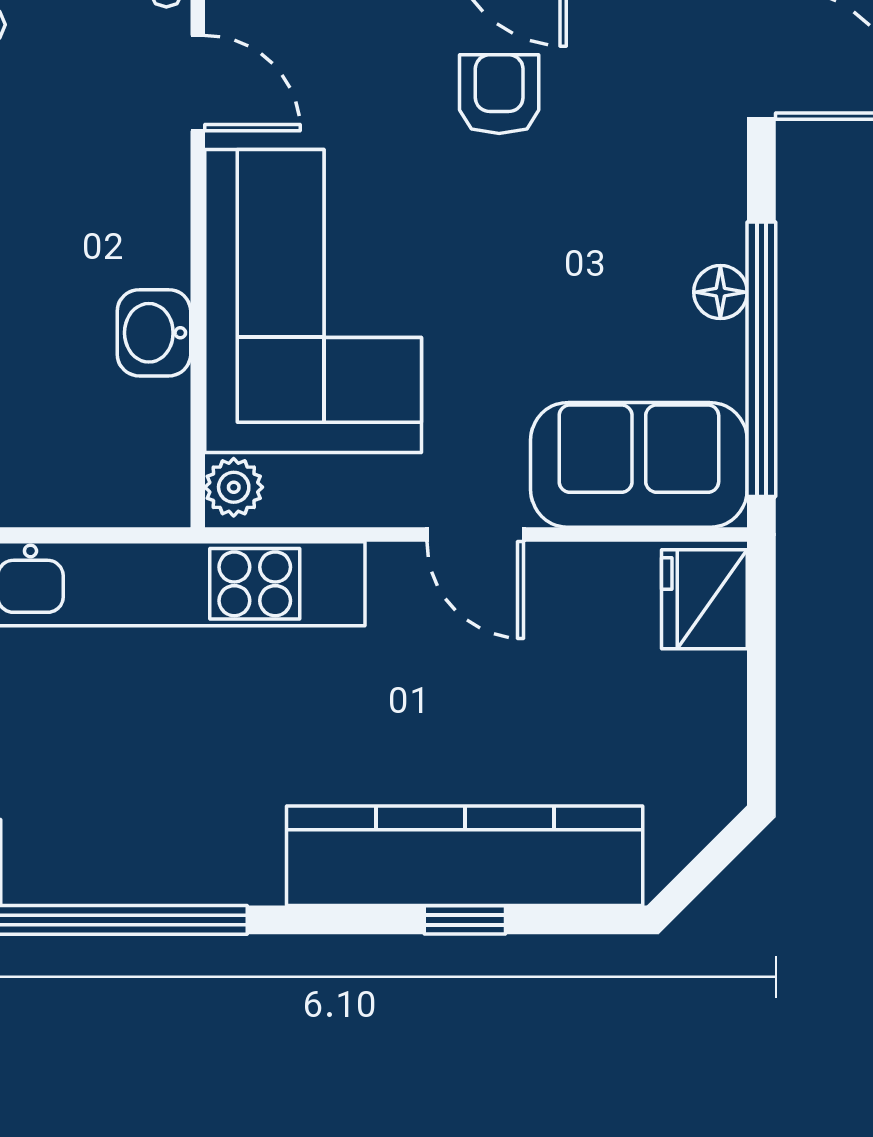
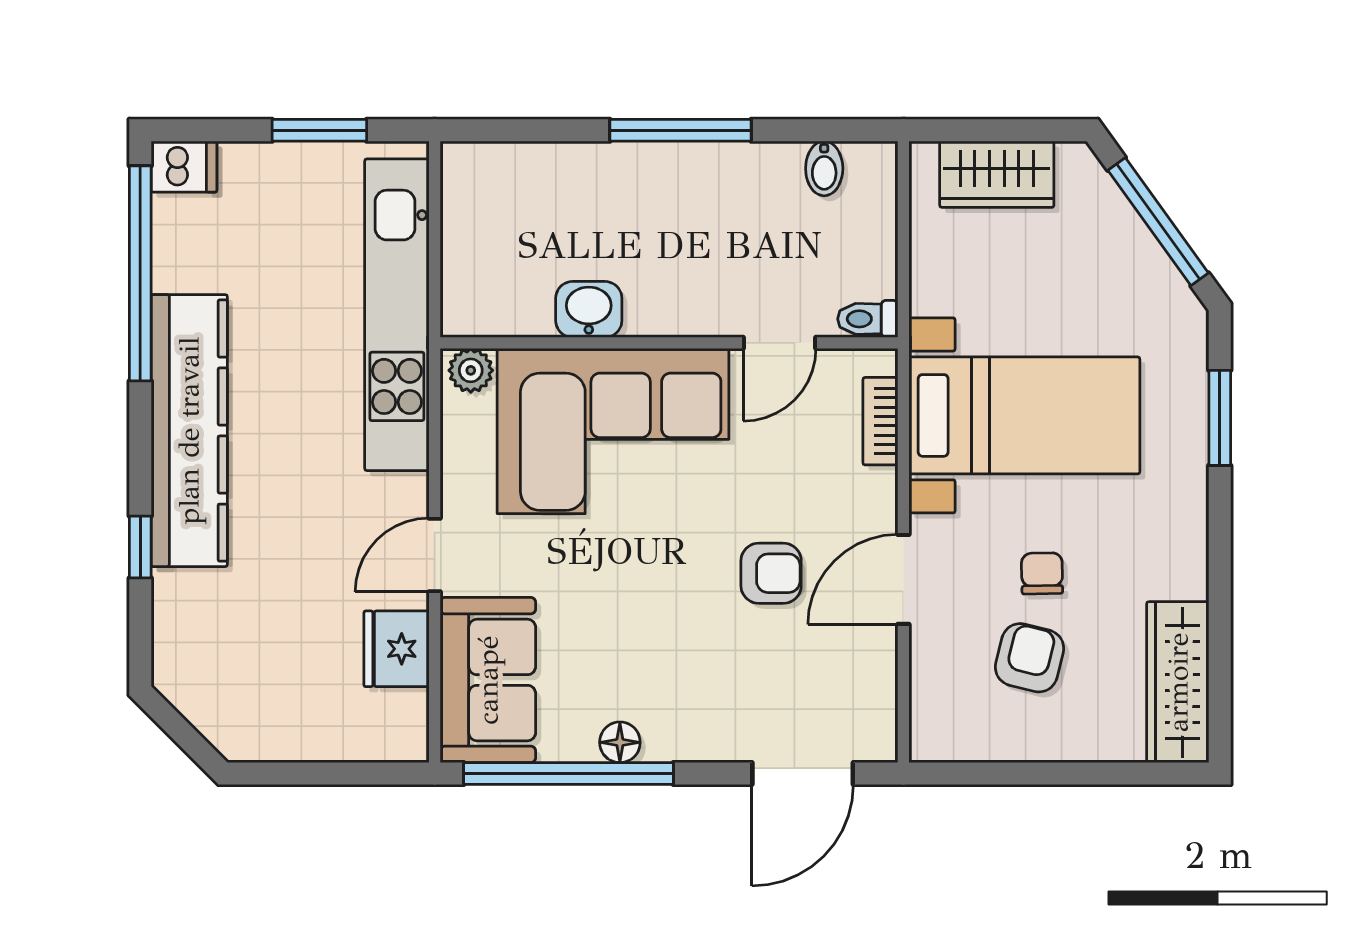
fridge: (704, 599) -> (396, 649), moved, turned -90
kitchen counter: (465, 856) -> (189, 431), moved

